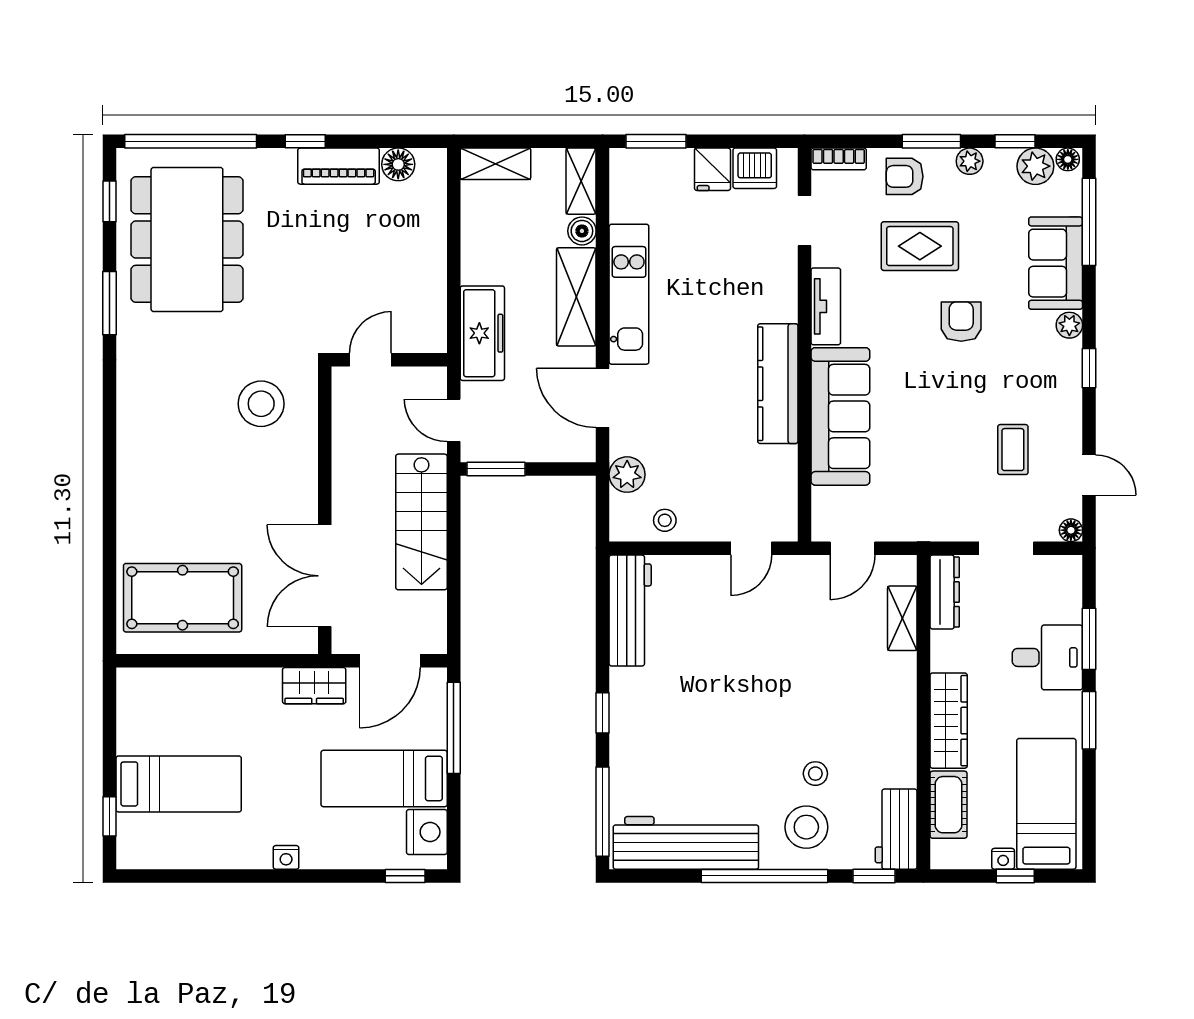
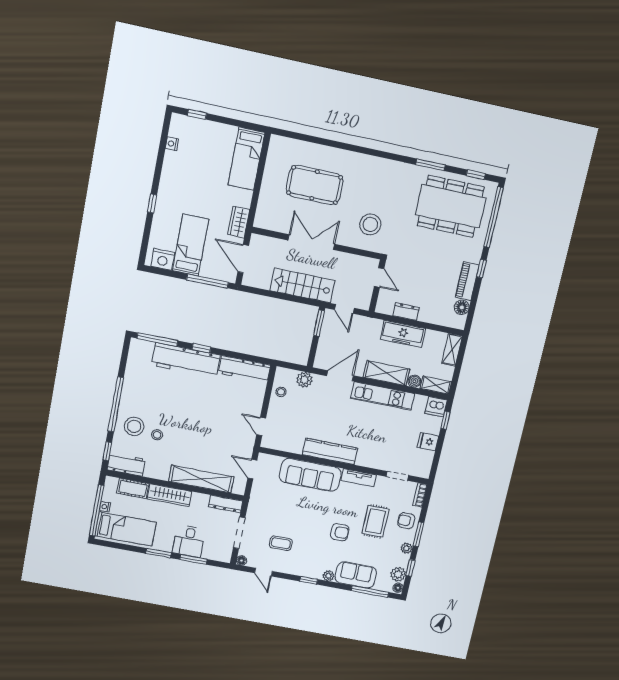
window: (656, 141) -> (445, 420), width x0.67
dishwasher: (755, 168) -> (436, 407), moved, turned -90
armchair: (905, 176) -> (406, 521), turned -90
dresser: (432, 284) -> (406, 311), added
freezer: (482, 333) -> (403, 334), moved
door: (454, 420) -> (344, 309), swing flipped
door: (1089, 475) -> (263, 572), hinge flipped
doorway: (1006, 548) -> (239, 533), width x1.38
double door: (325, 576) -> (311, 242), moved
pool table: (183, 598) -> (315, 185), moved, turned 90
shelving: (902, 618) -> (201, 479), width x2.20, depth x1.33
bed: (179, 784) -> (246, 159), moved
workbench: (686, 843) -> (186, 360), moved, turned 90
nightstand: (286, 857) -> (172, 144), moved
window: (405, 876) -> (152, 204), moved
window: (1015, 876) -> (97, 510), width x3.17

